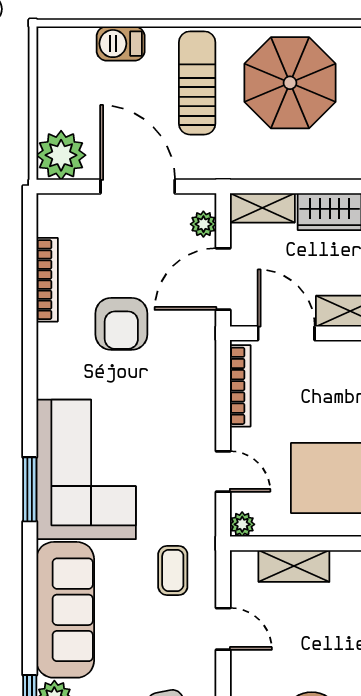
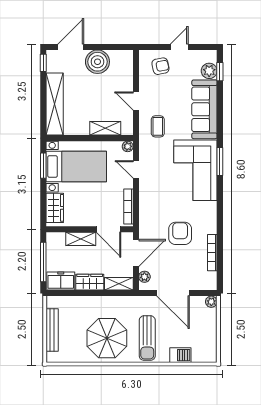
plant: (61, 155) -> (211, 302), width x0.53, depth x0.53

